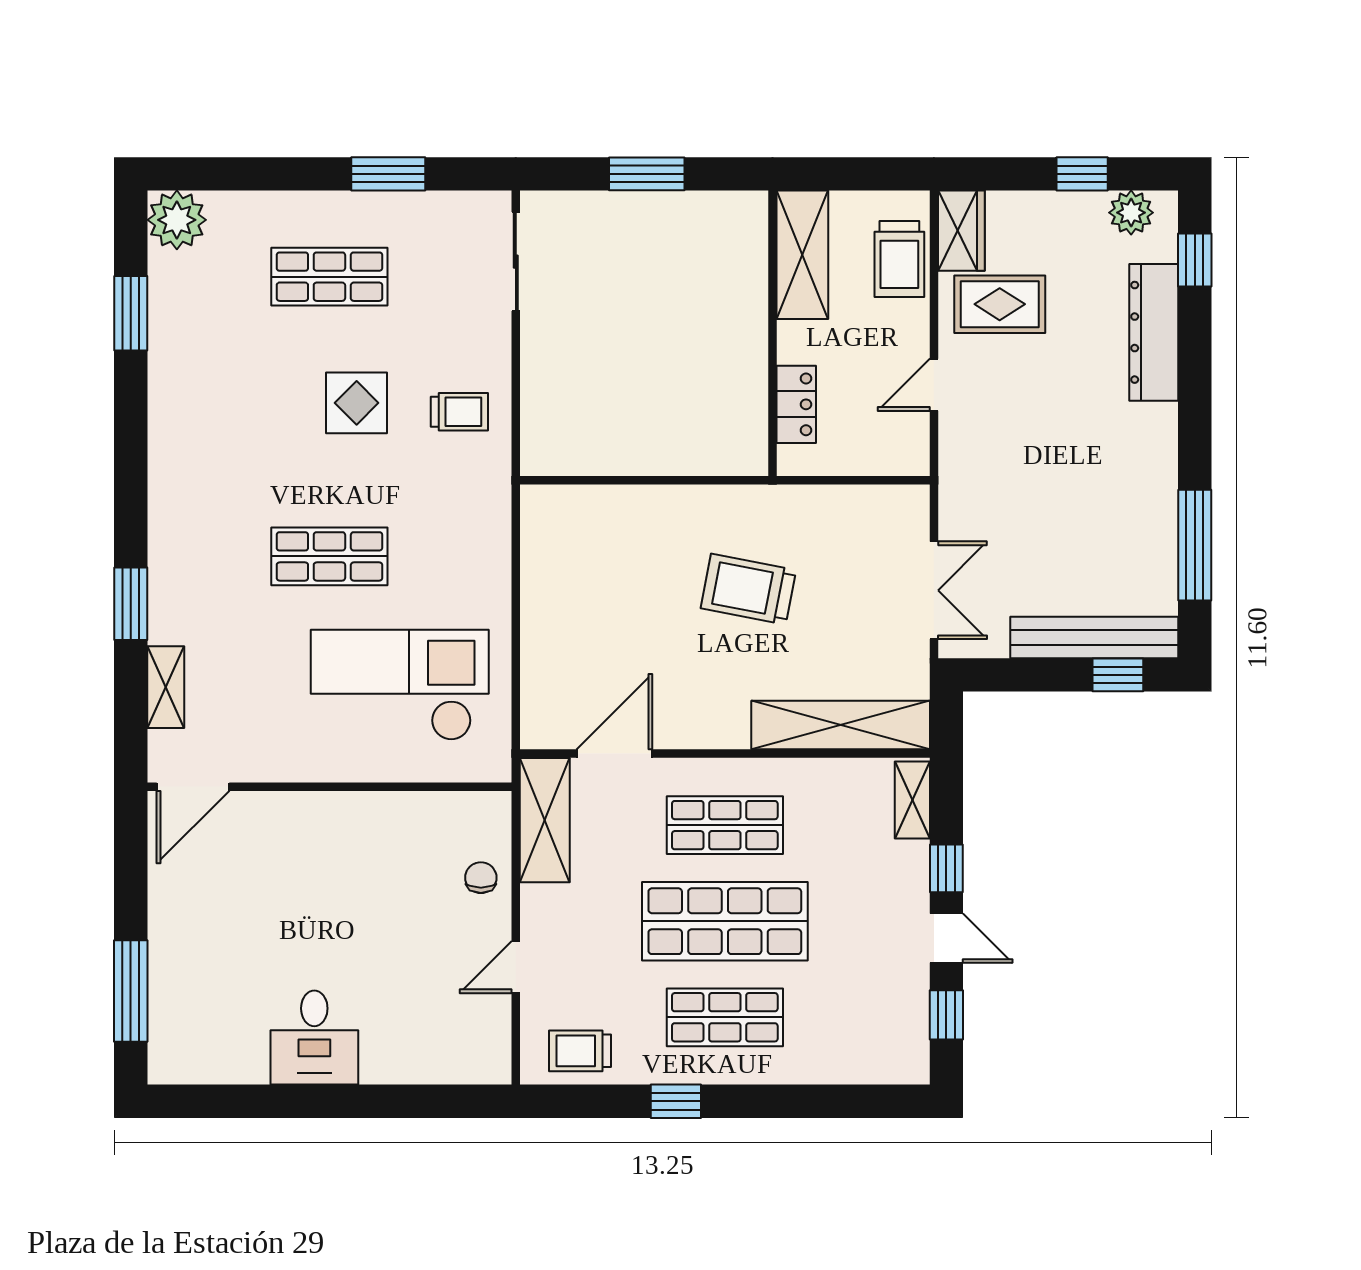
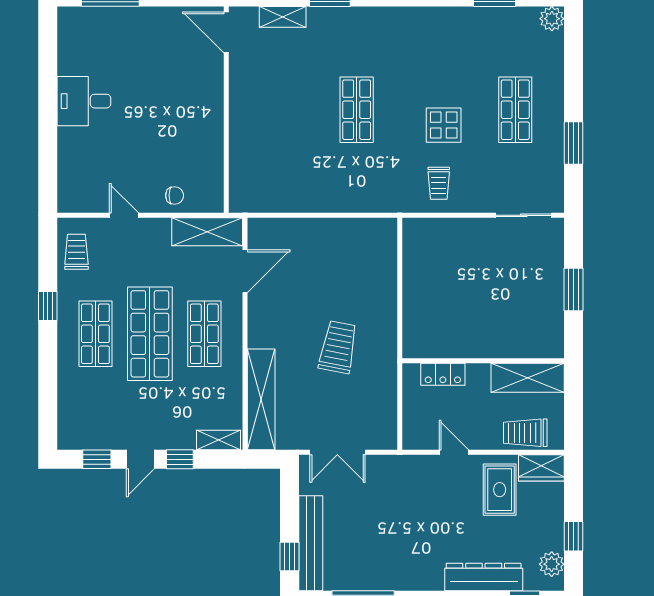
plant: (177, 220) -> (552, 19), width x0.73, depth x0.73
checkout: (400, 685) -> (284, 149), removed
door: (614, 754) -> (245, 271), hinge flipped

